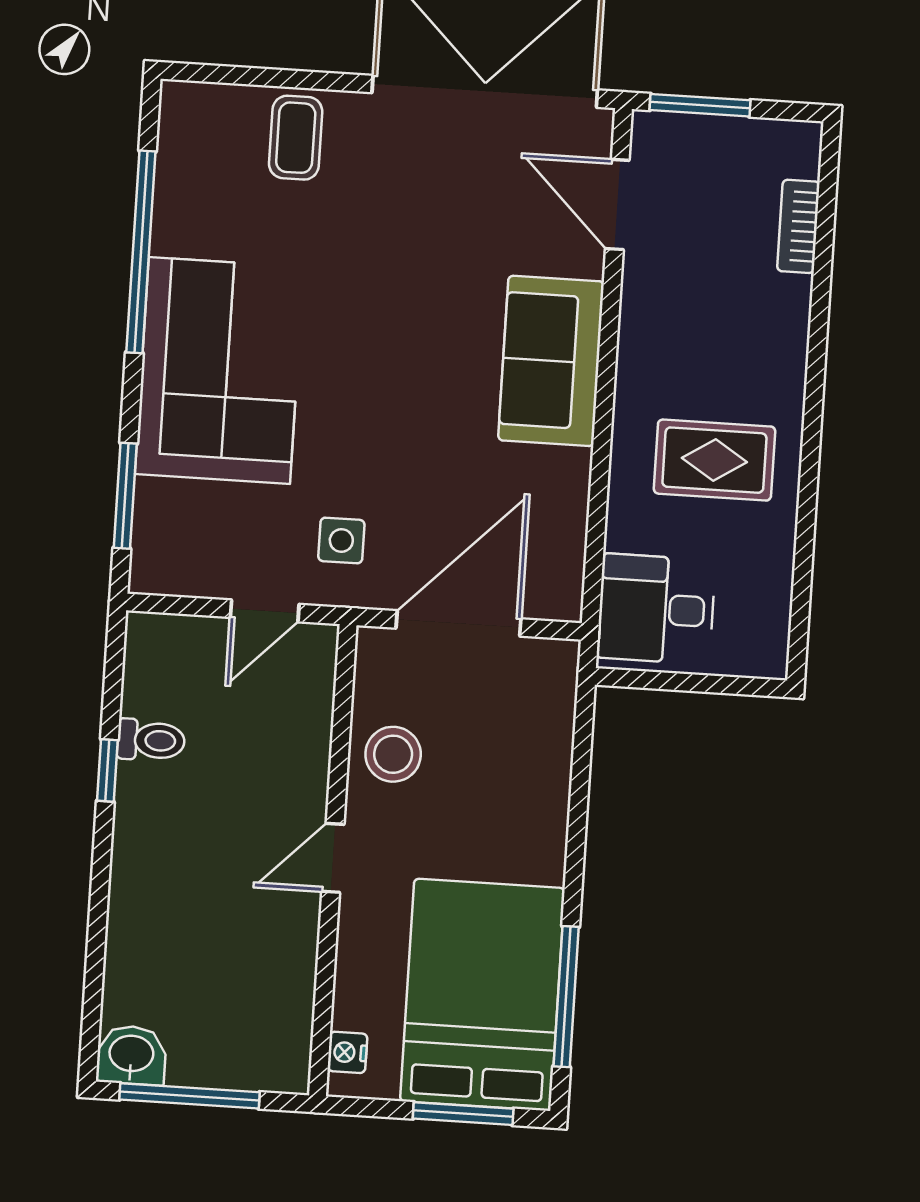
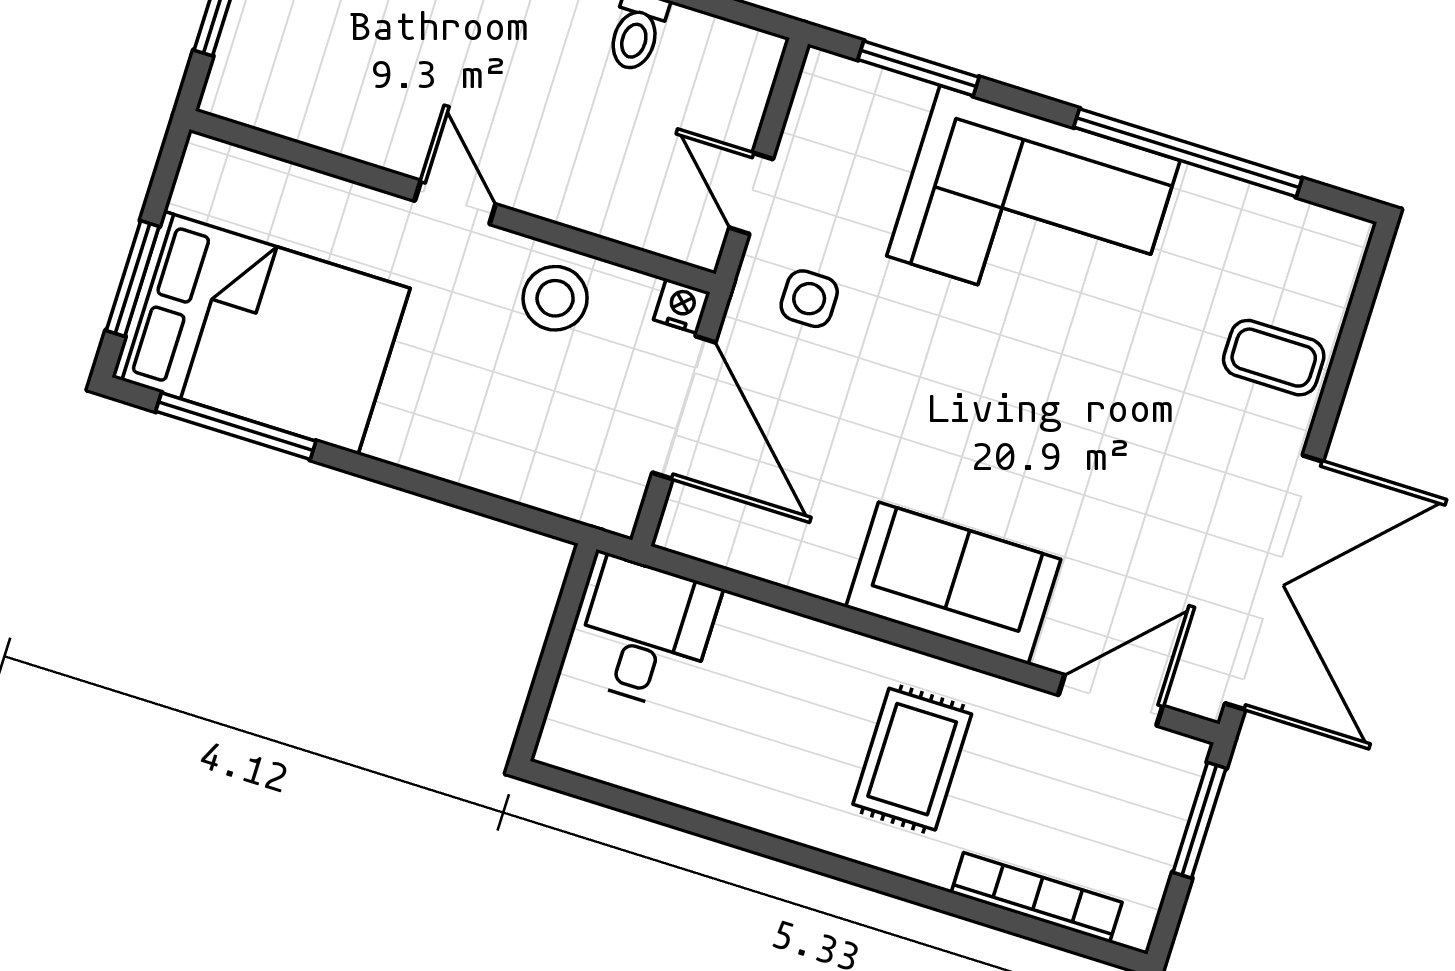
bookcase: (798, 226) -> (1037, 897), width x1.56
rug: (714, 460) -> (912, 759), moved
nightstand: (347, 1052) -> (682, 306), moved

